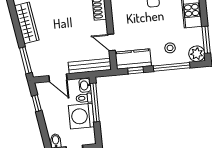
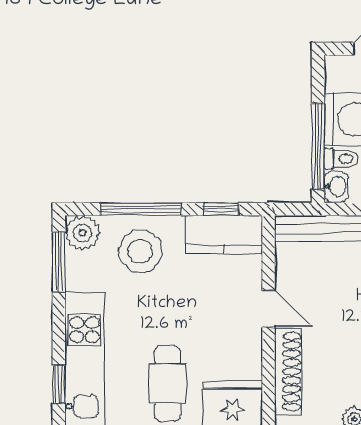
door: (111, 42) -> (269, 309), moved
stool: (170, 48) -> (140, 251), width x1.89, depth x1.89

